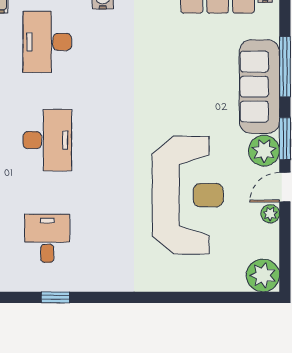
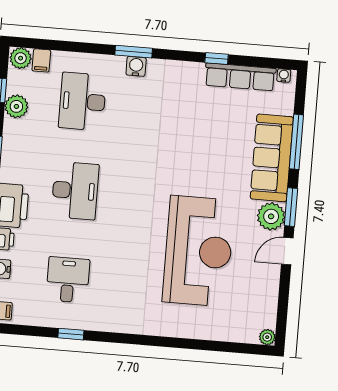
plant: (270, 214) -> (272, 274), removed
plant: (263, 275) -> (267, 337), width x0.53, depth x0.53

